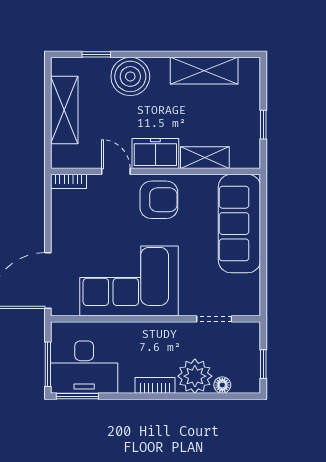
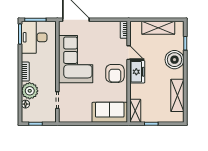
shelving: (205, 158) -> (135, 111), moved
door: (116, 171) -> (129, 53), hinge flipped
sofa: (239, 224) -> (110, 112), width x0.73

